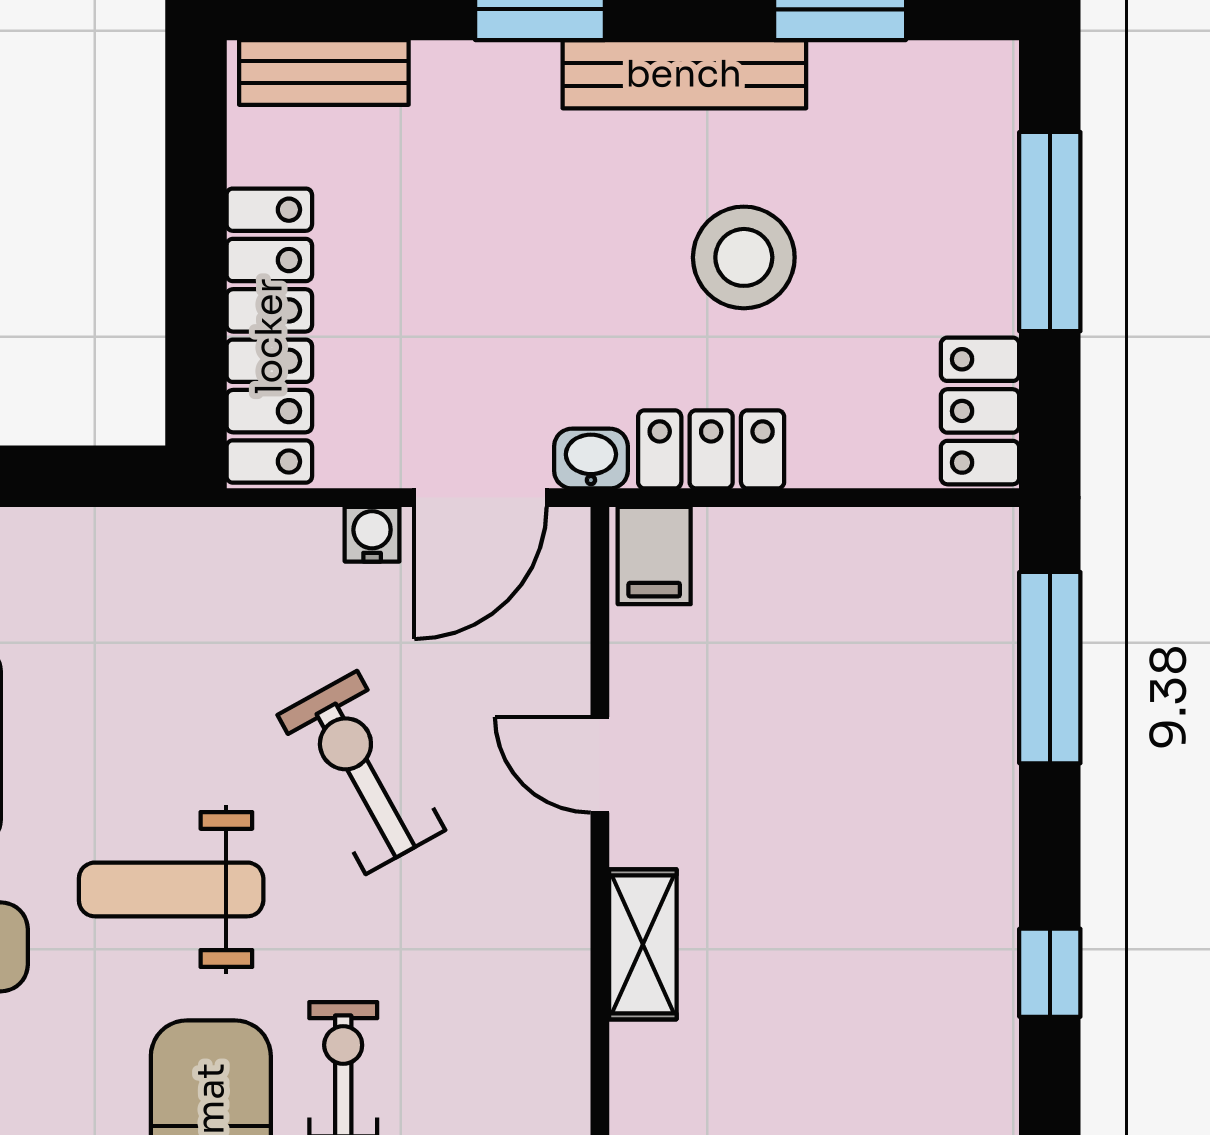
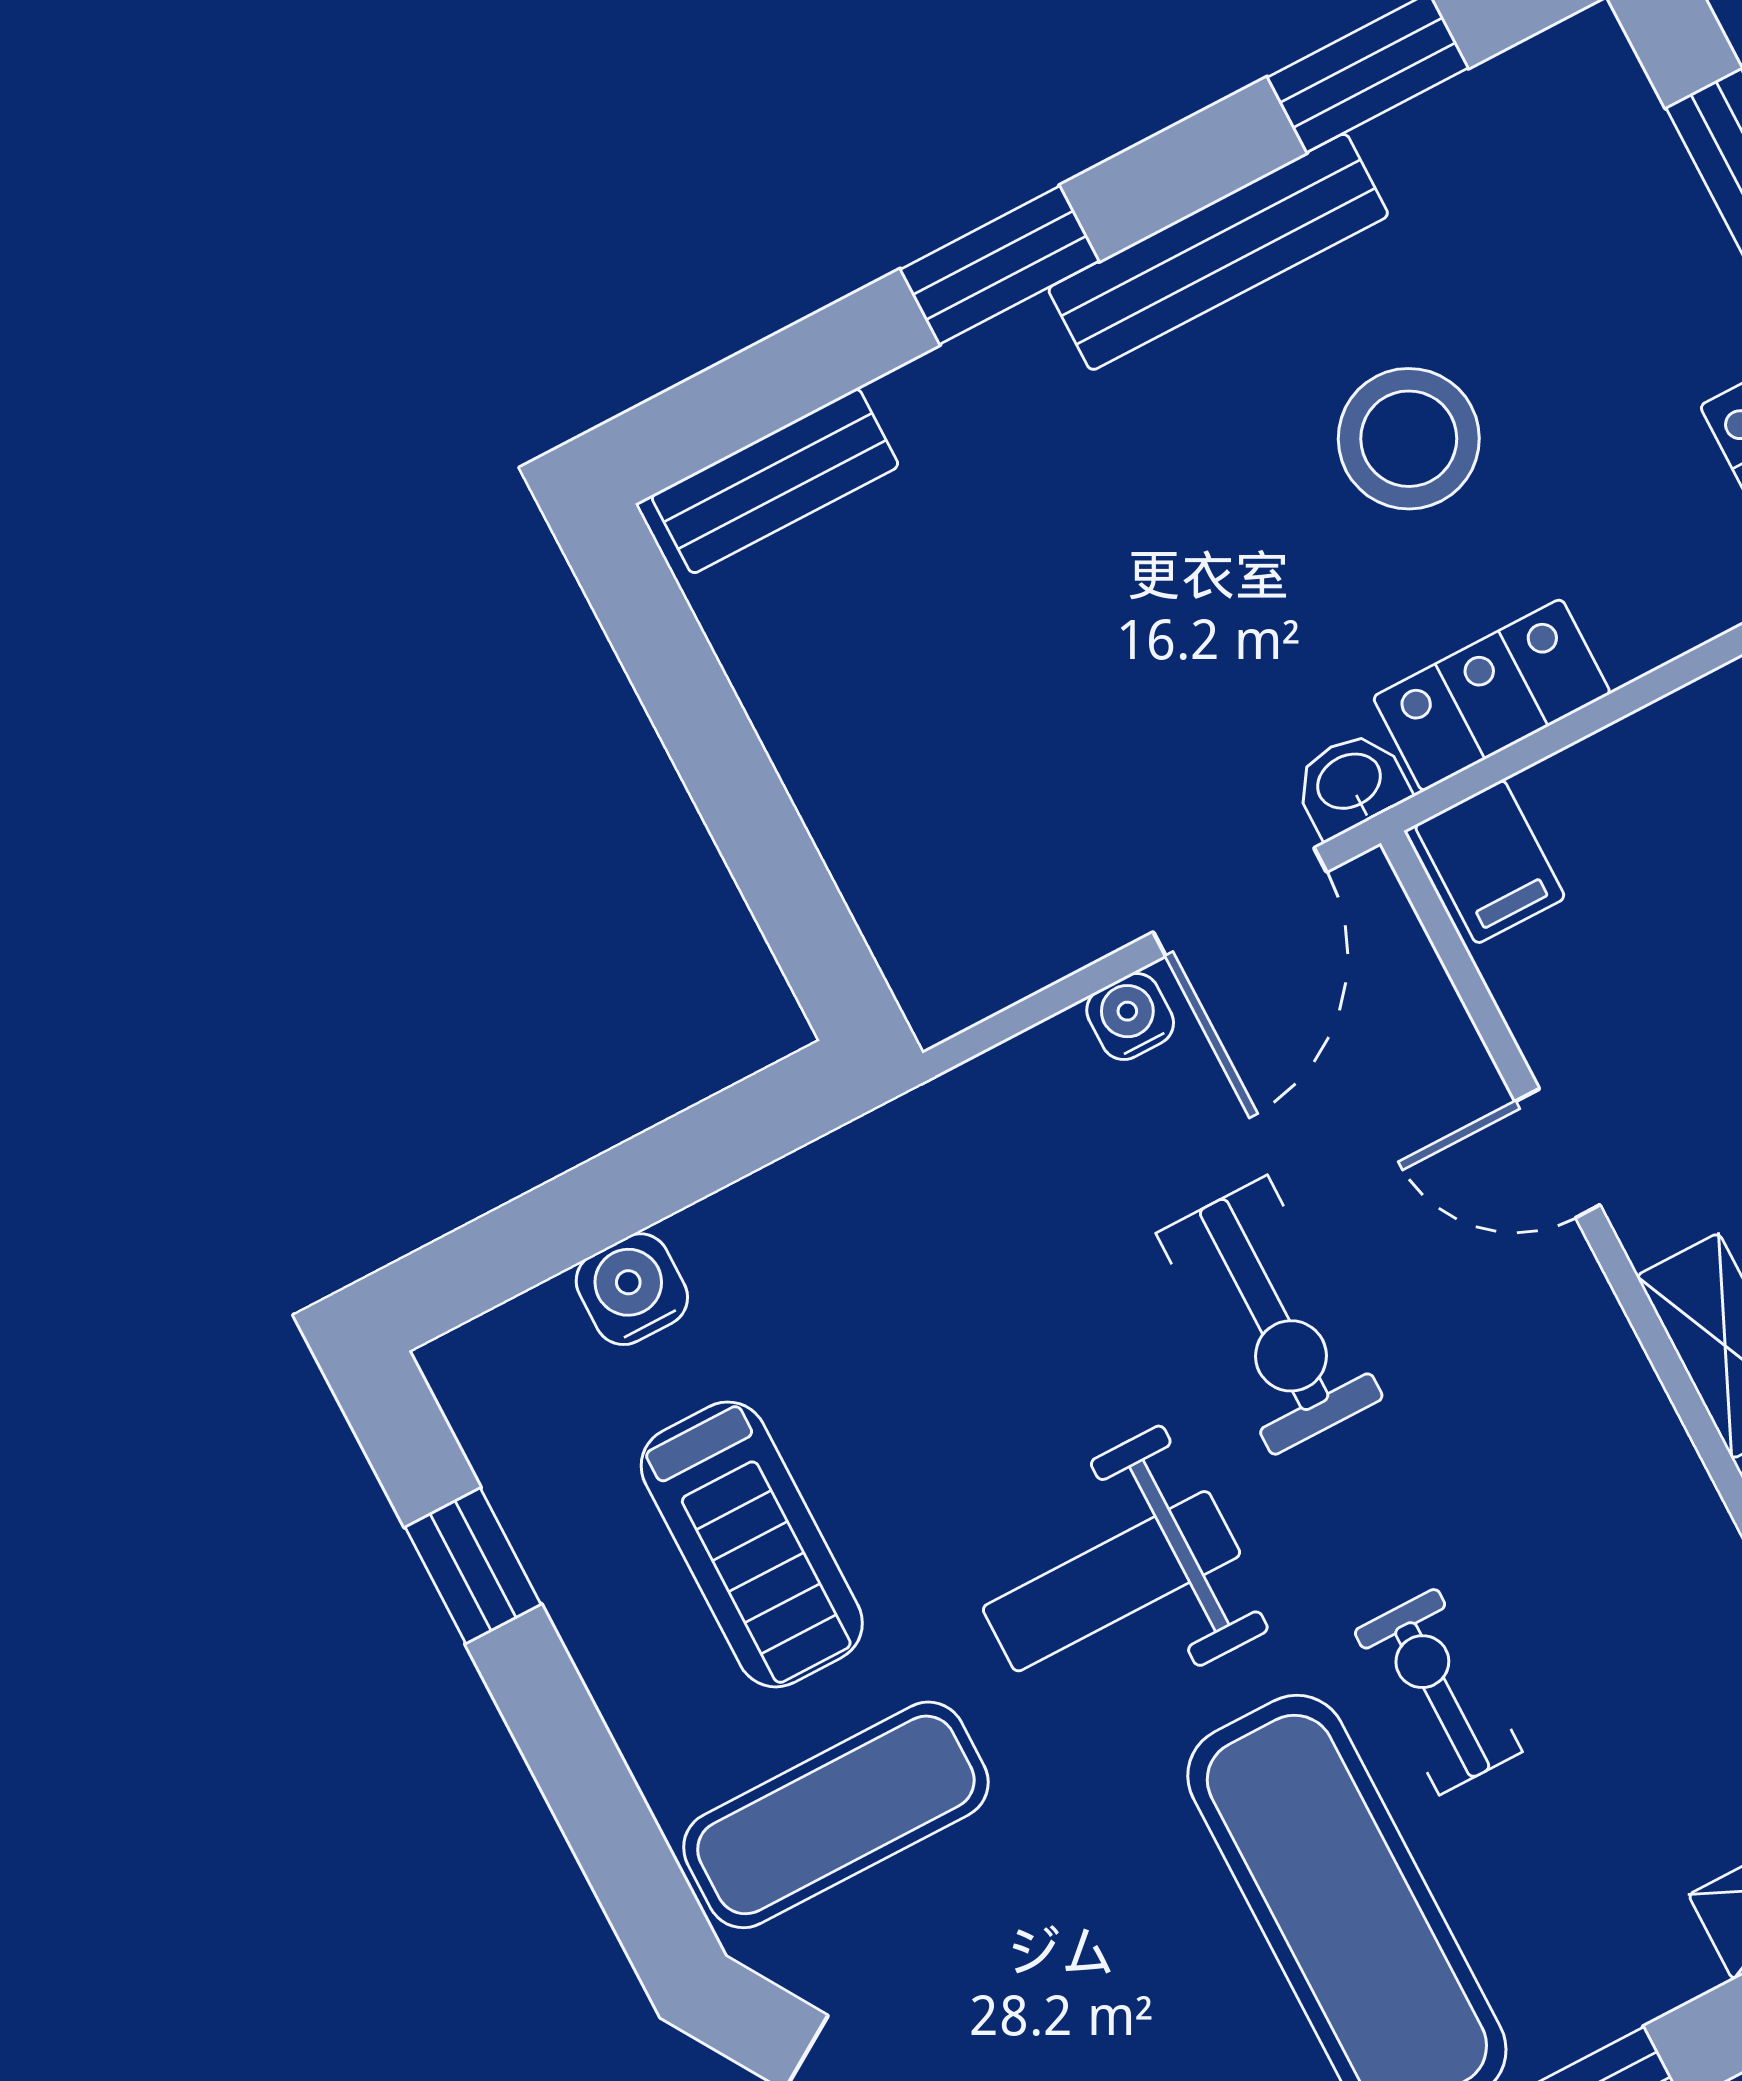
locker: (269, 336) -> (877, 839), removed
exercise bike: (361, 773) -> (1270, 1316), turned -151

